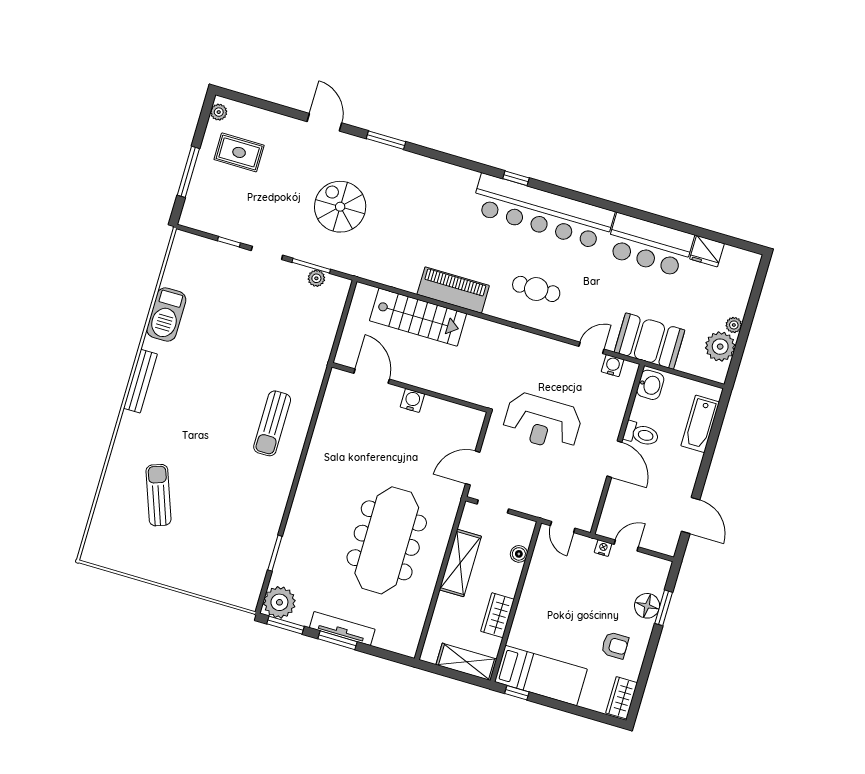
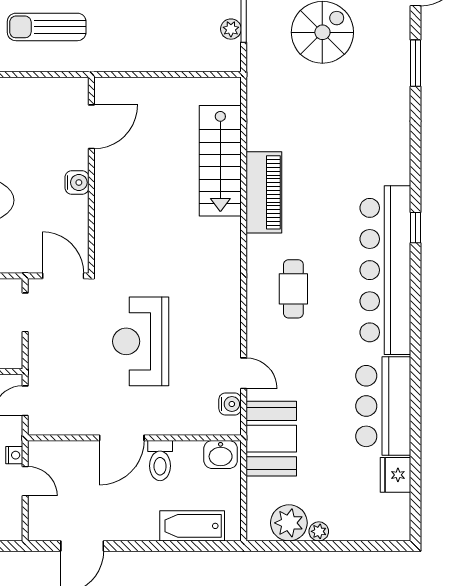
door: (372, 376) -> (91, 127), moved
wall: (410, 387) -> (91, 175), moved
water cooler: (412, 401) -> (77, 182), moved

